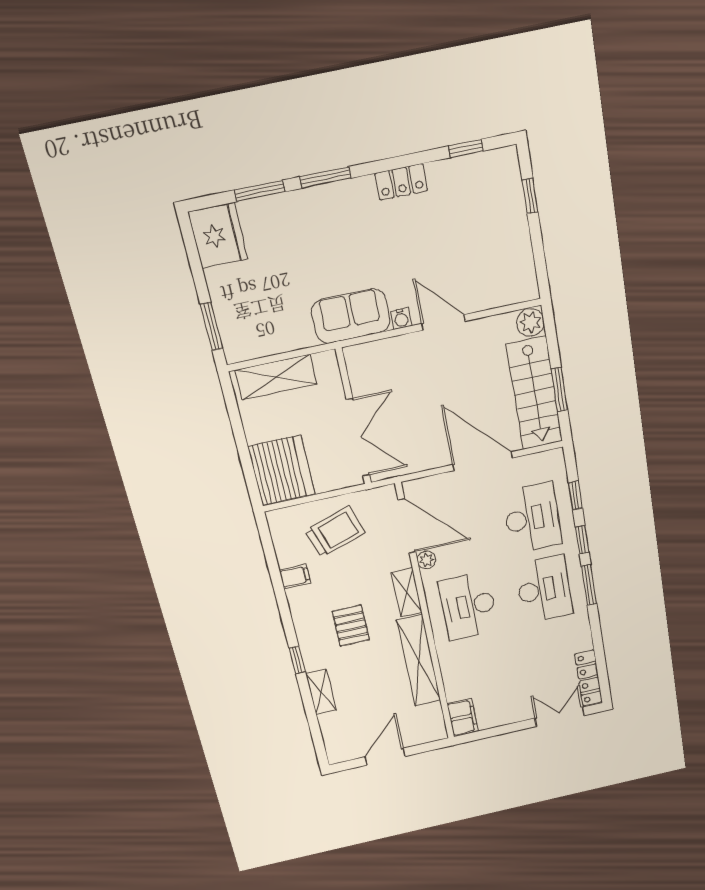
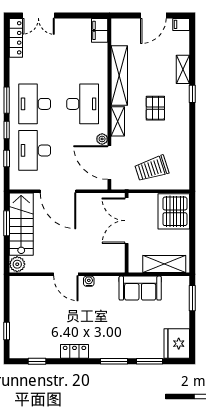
sofa: (351, 316) -> (140, 288), moved
filing cabinet: (295, 577) -> (181, 24), moved

